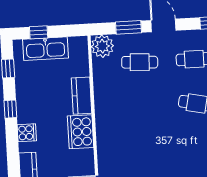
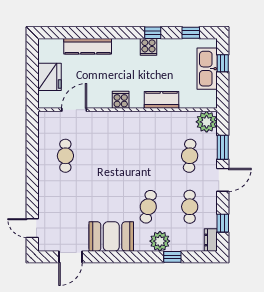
cooker: (81, 132) -> (121, 100), width x0.53, depth x0.76
cooker: (27, 133) -> (148, 47), moved

